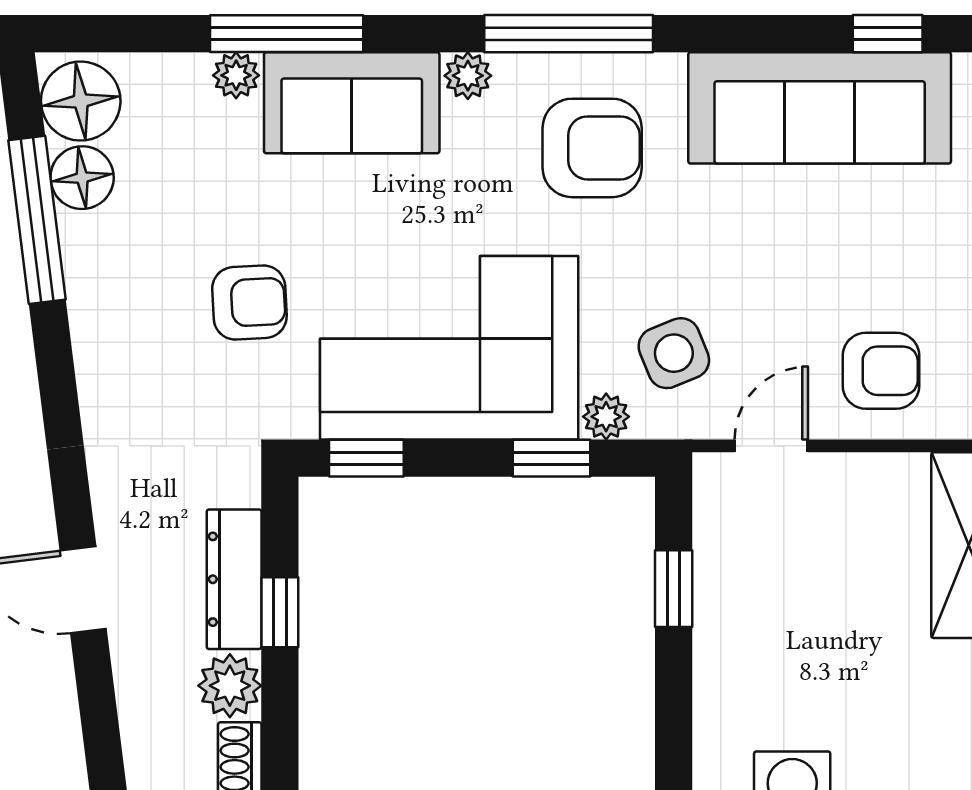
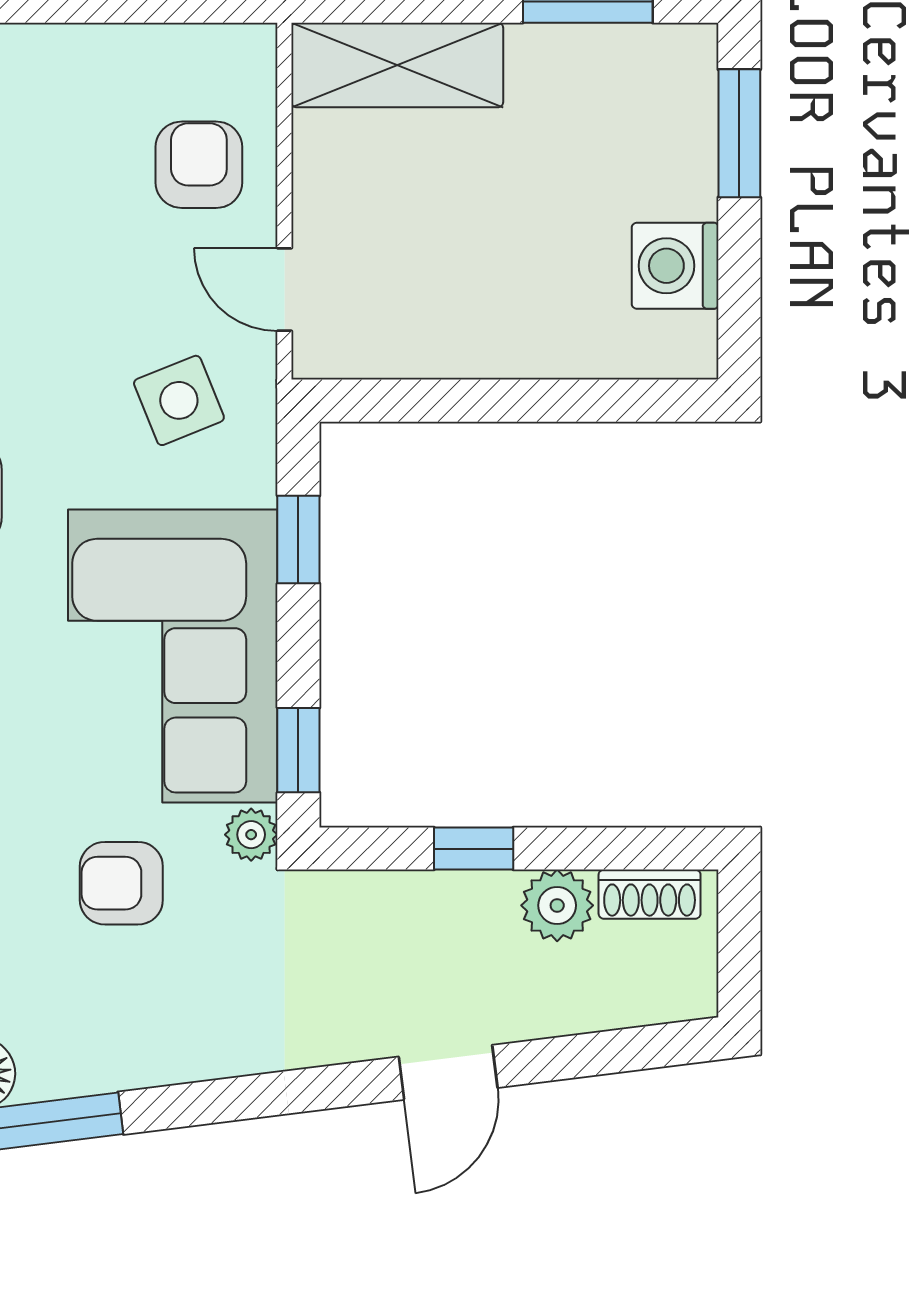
armchair: (249, 303) -> (121, 883), turned -87
plant: (606, 417) -> (251, 835), moved
dresser: (234, 579) -> (436, 901), removed
window: (674, 589) -> (447, 401), removed

